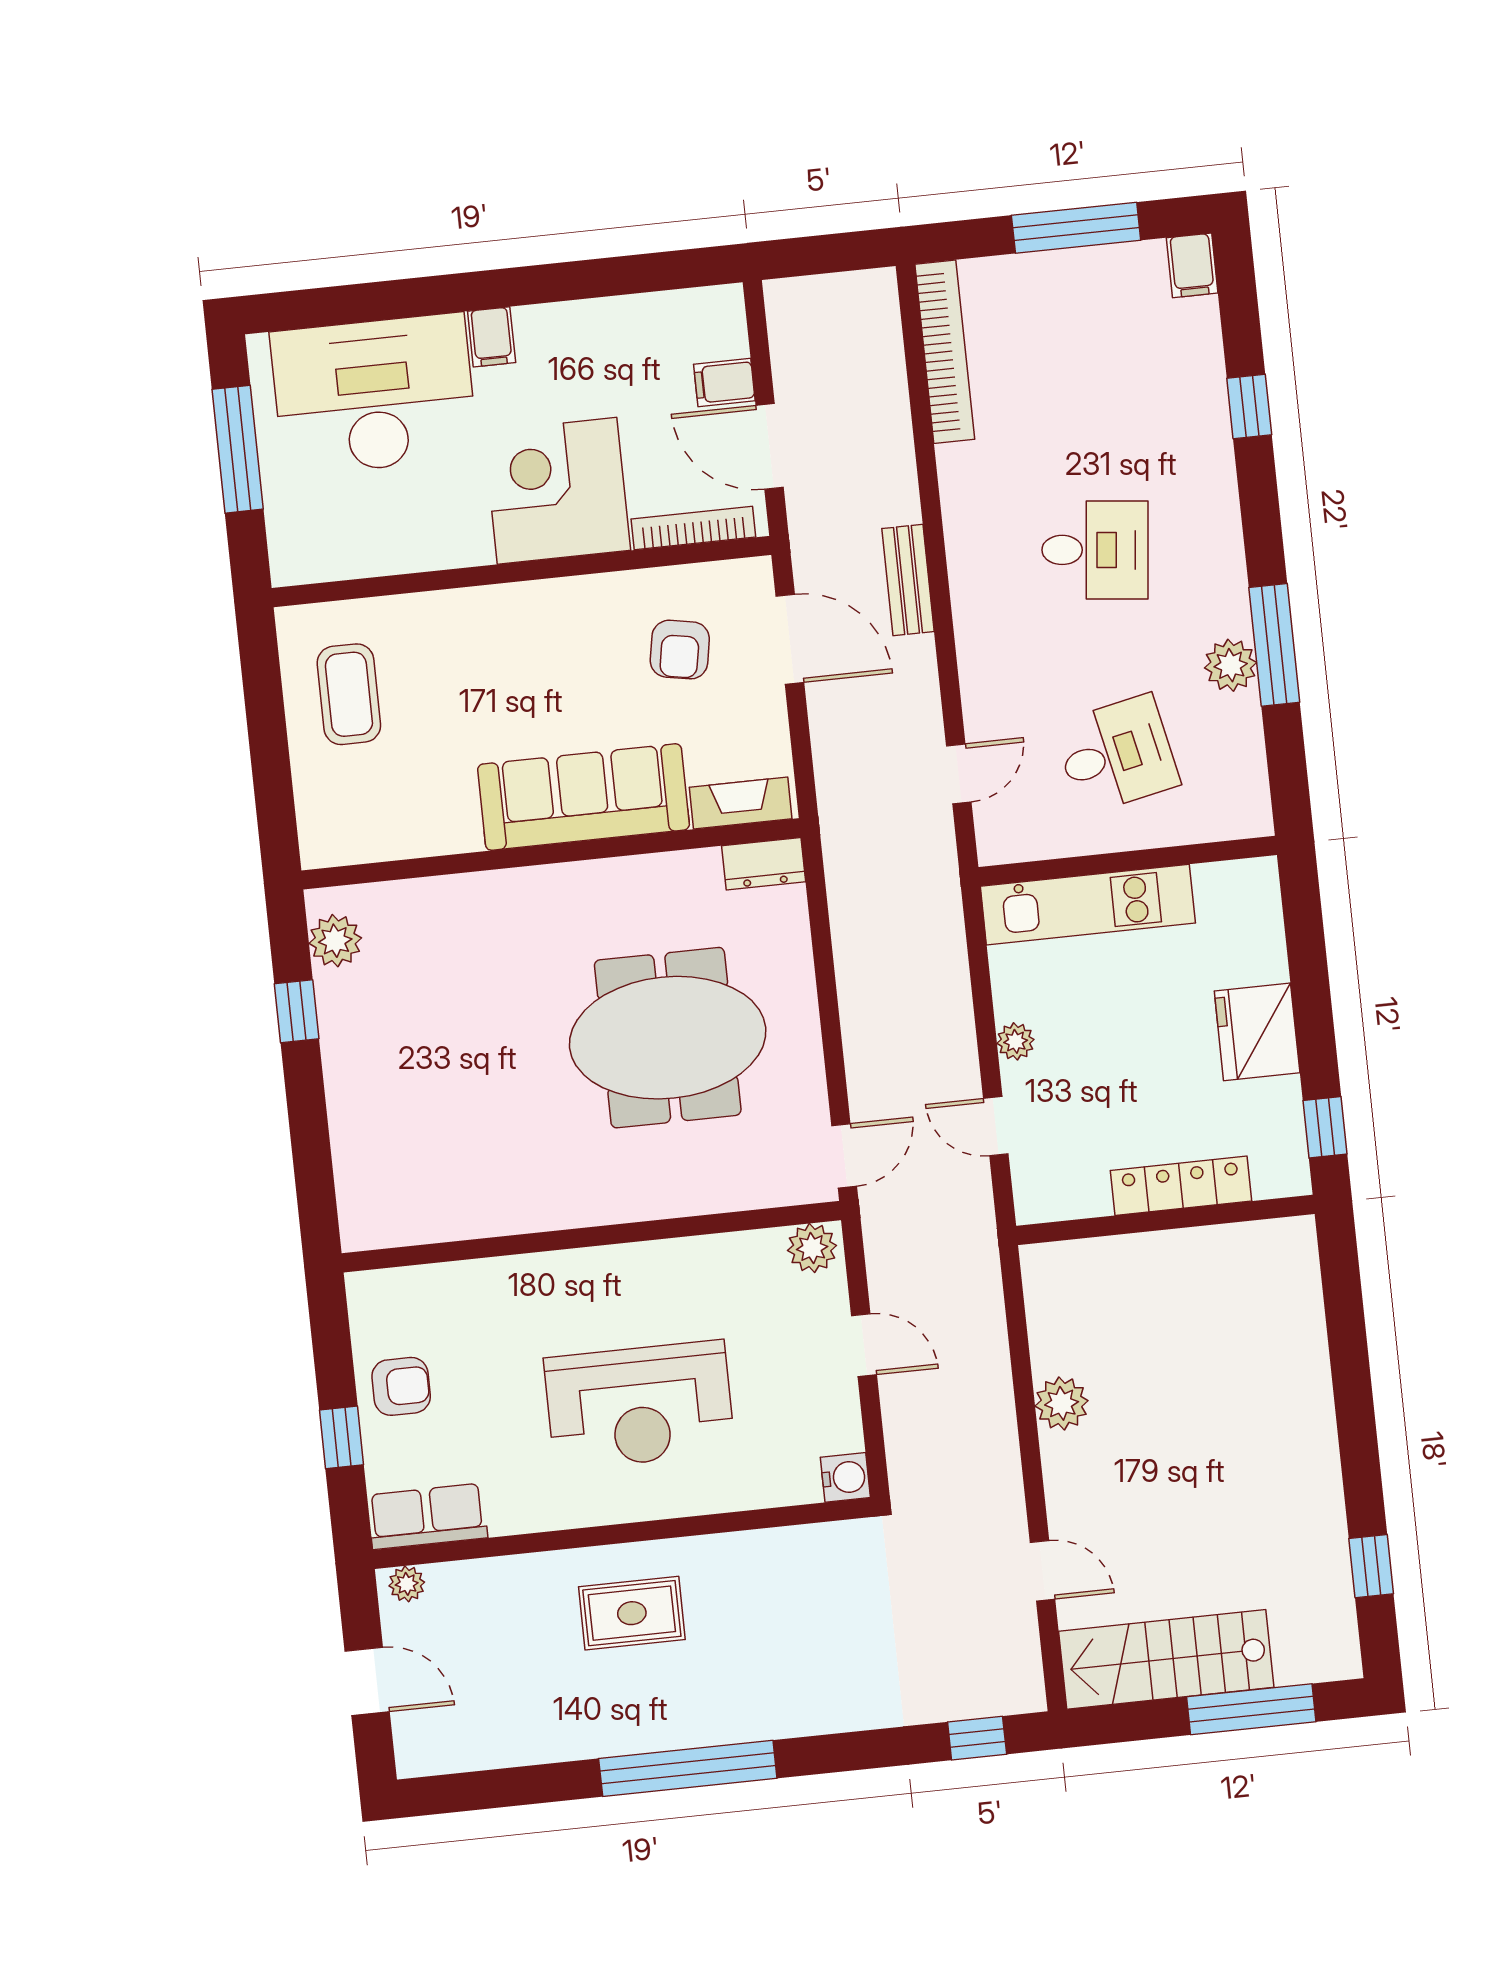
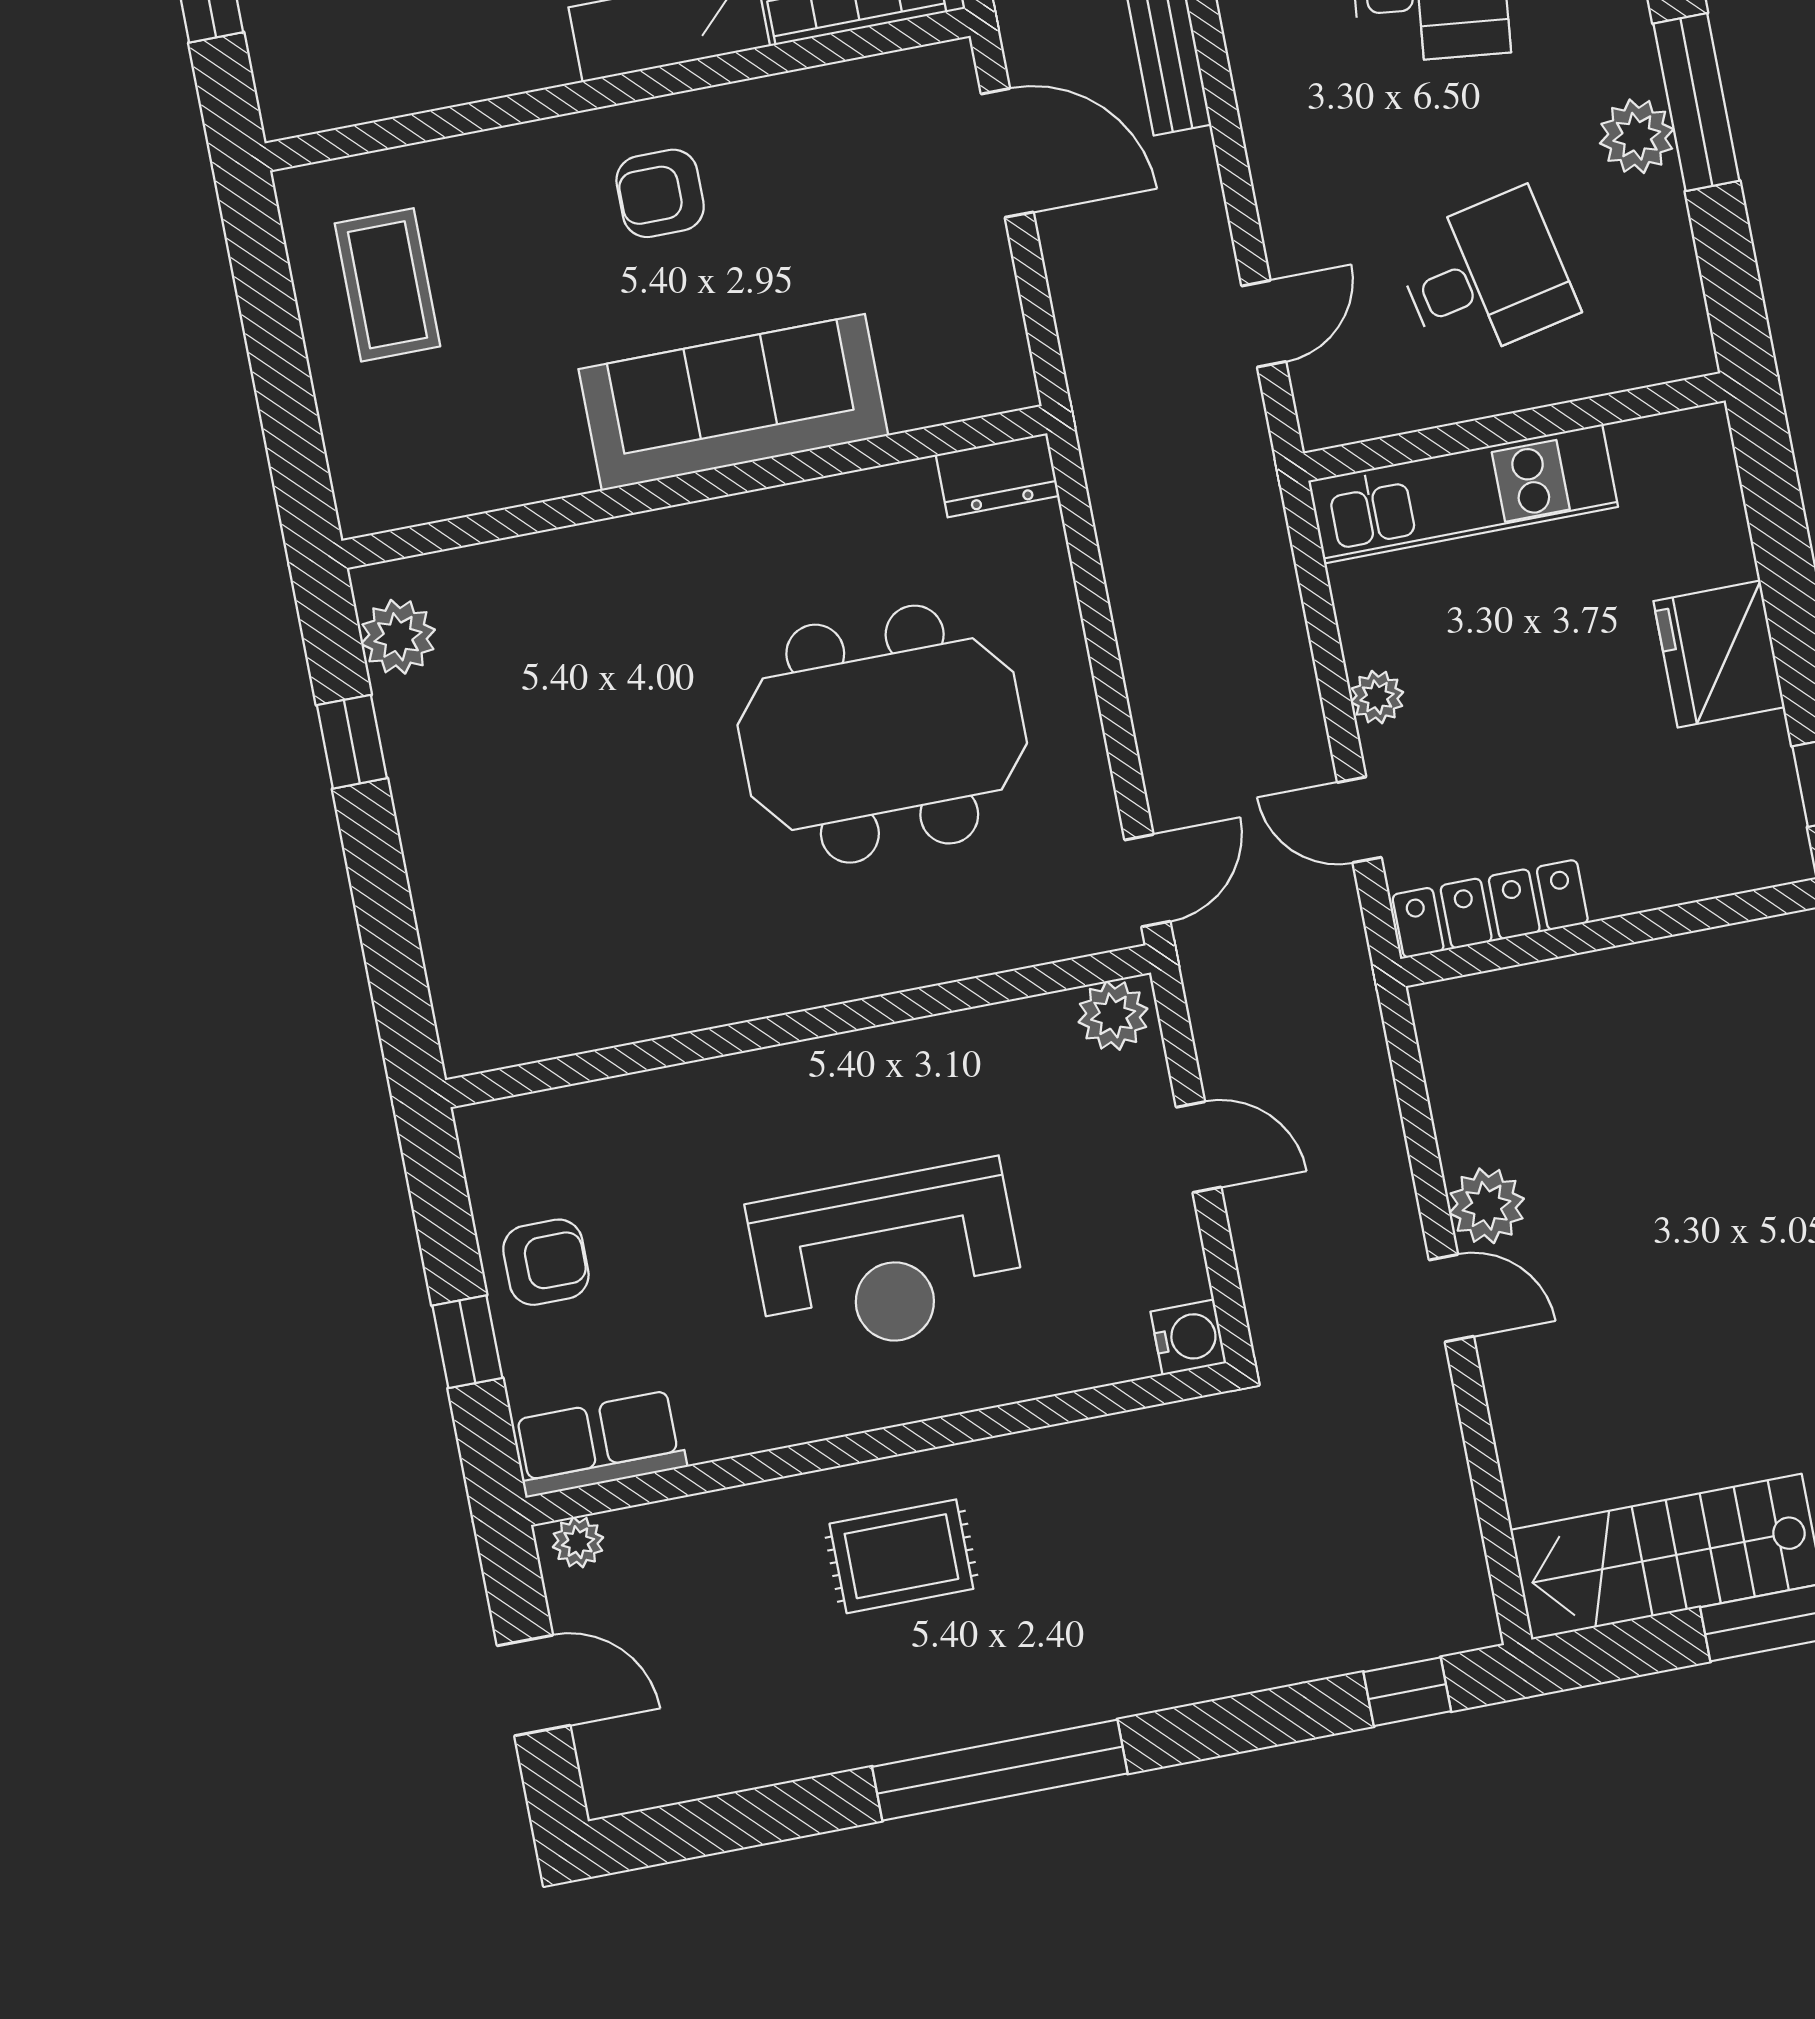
armchair: (680, 650) -> (660, 193), moved, turned 80
fireplace: (741, 803) -> (957, 392), removed
locker: (1181, 1186) -> (1490, 909), moved
door: (1043, 1571) -> (1451, 1298), moved

